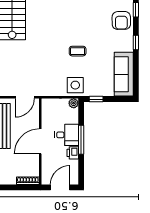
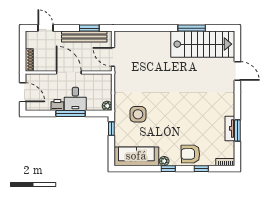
plant: (128, 47) -> (164, 161), added
coffee table: (78, 51) -> (160, 110), removed
side table: (75, 85) -> (138, 114), moved

